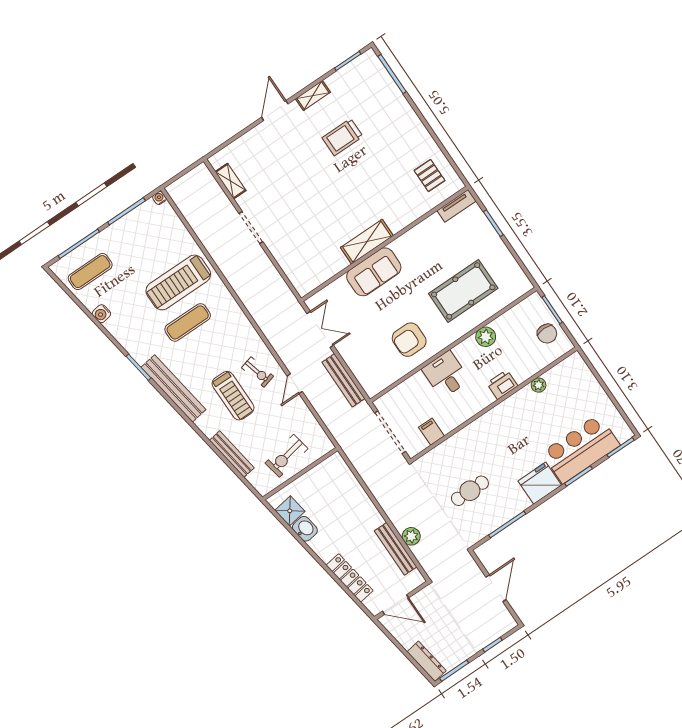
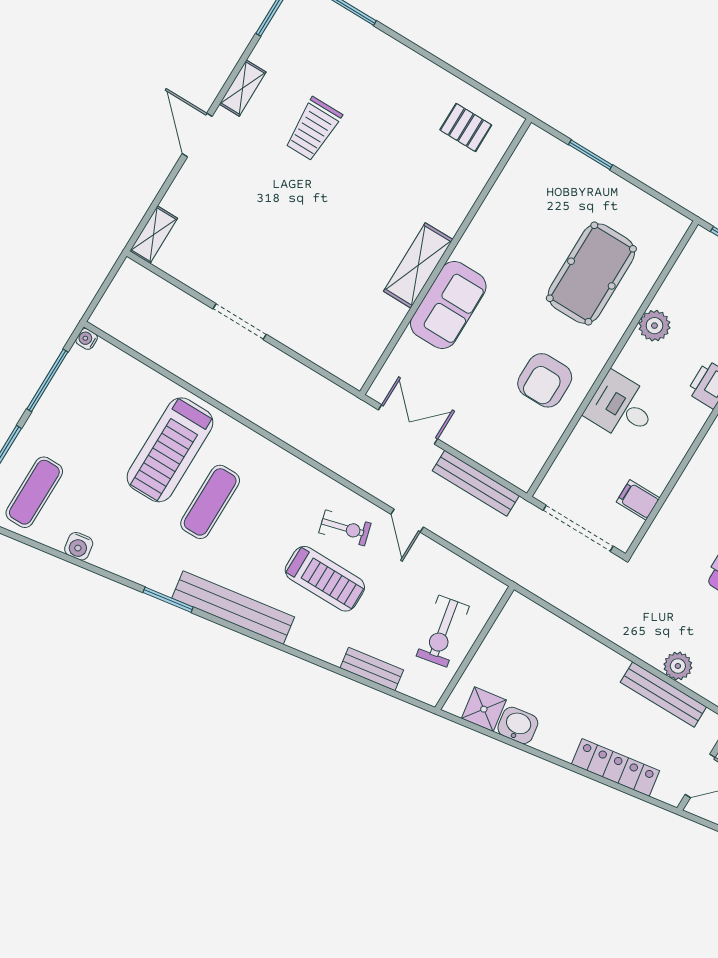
shelving: (230, 181) -> (154, 235), moved, turned 90
tv unit: (457, 206) -> (525, 154), removed
bench: (232, 454) -> (372, 669), width x0.73

